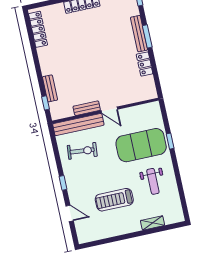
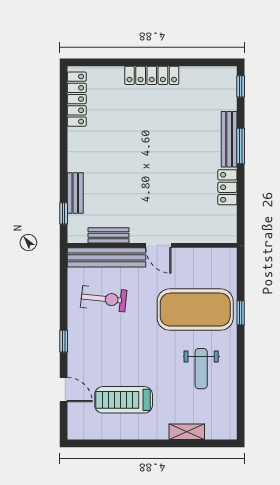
bench: (87, 108) -> (109, 235), moved
treadmill: (114, 200) -> (124, 400), moved

